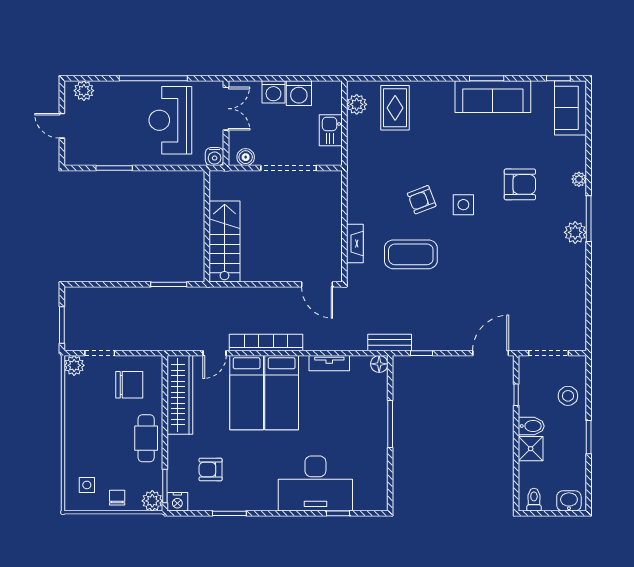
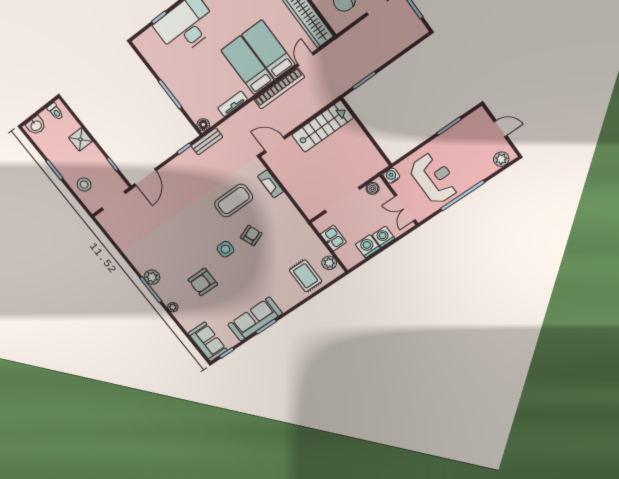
stairs: (225, 242) -> (322, 126), moved, turned -90
bidet: (531, 426) -> (90, 153), removed

